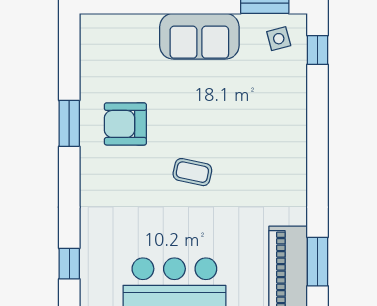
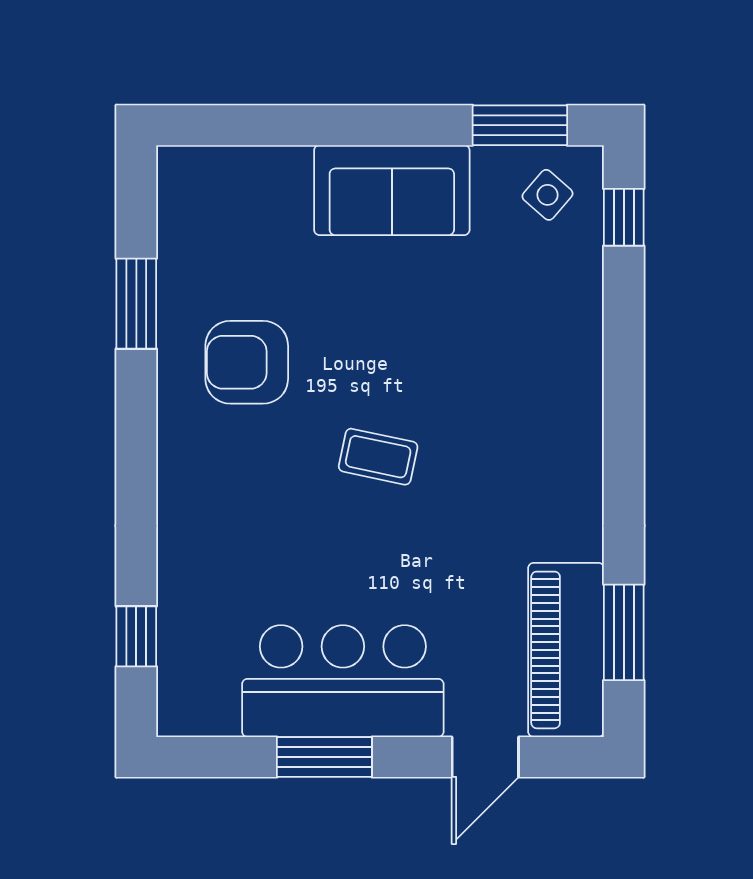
side table: (279, 39) -> (547, 195), turned -34
window: (69, 123) -> (136, 304), moved

